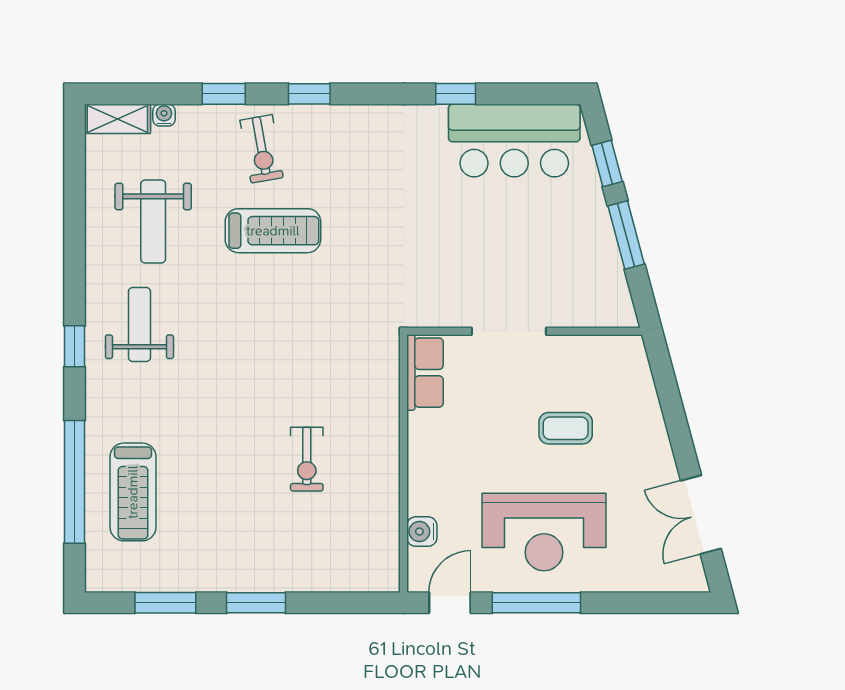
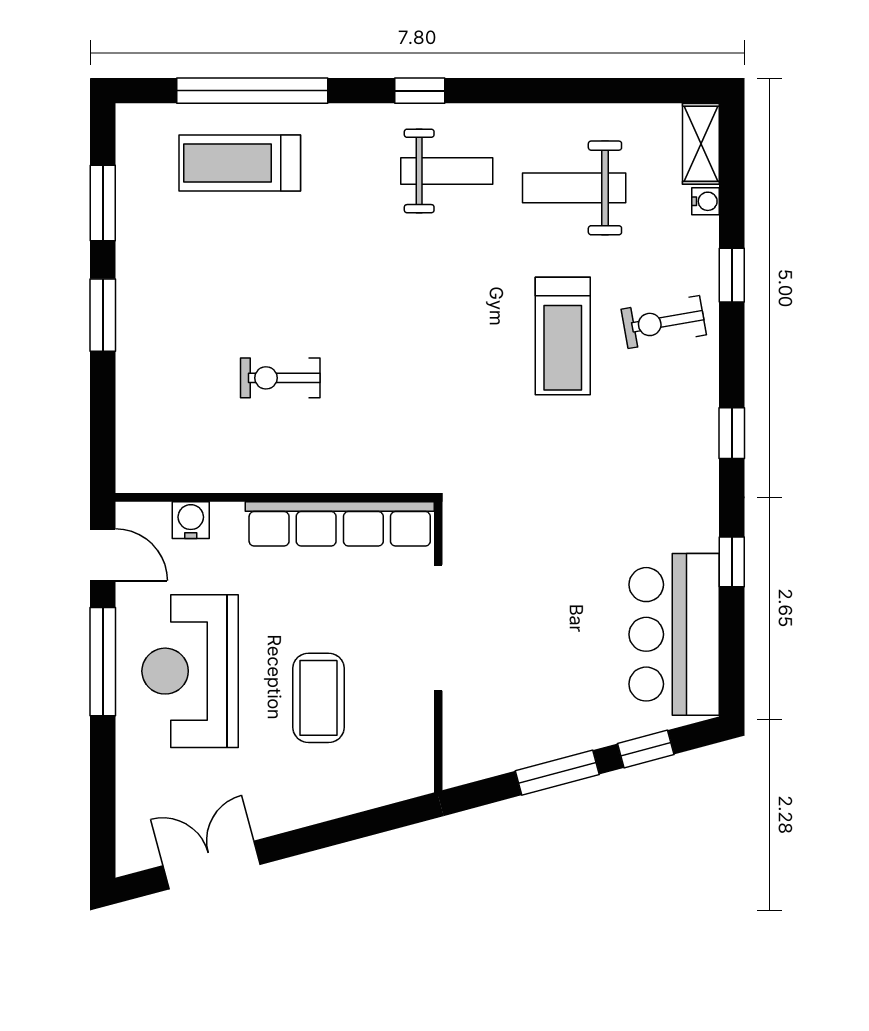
window: (309, 94) -> (732, 433), moved
doorway: (509, 331) -> (438, 628), width x1.36
row of seats: (425, 373) -> (340, 524), width x2.02
coffee table: (566, 428) -> (318, 698), width x1.36, depth x1.30

